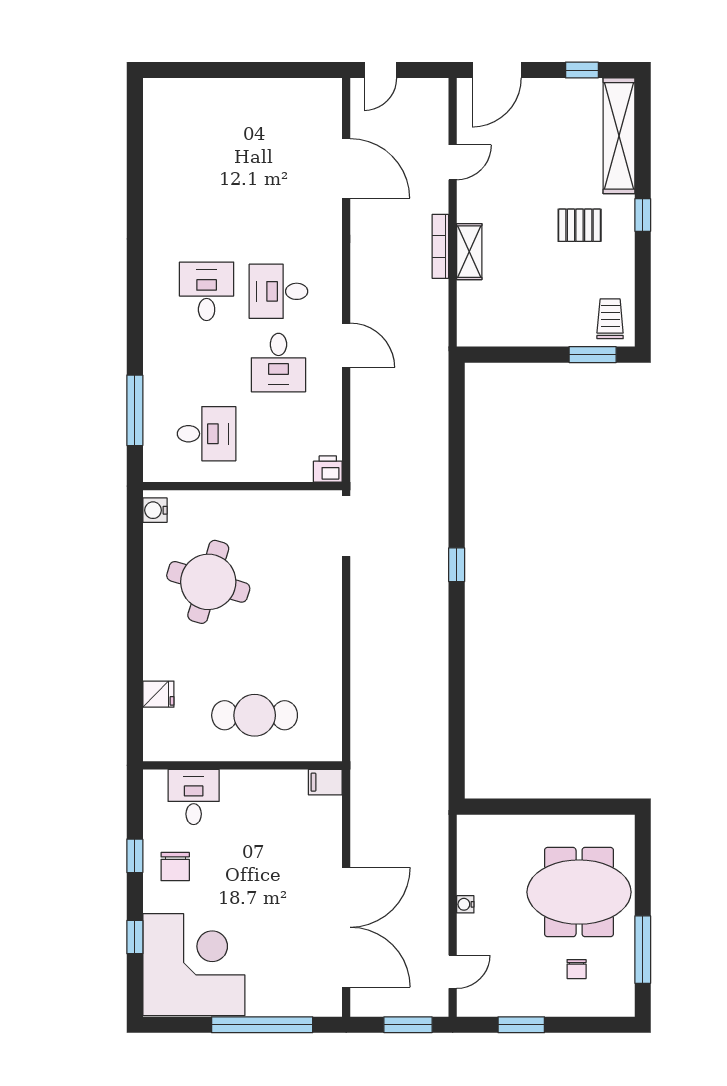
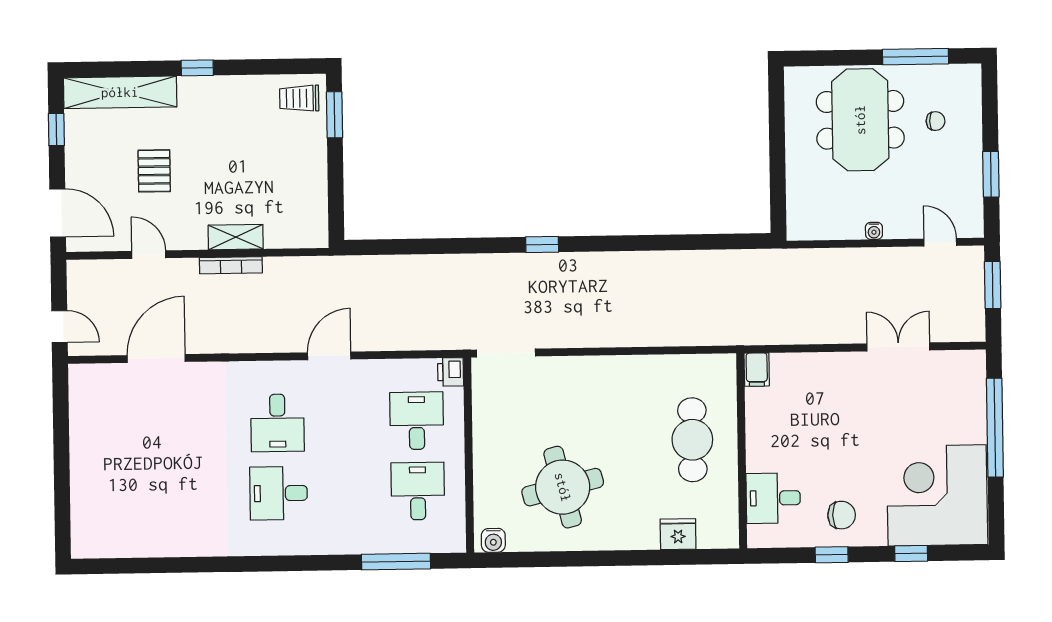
pallet: (580, 225) -> (154, 171), moved
desk: (278, 363) -> (417, 421), moved, turned -90
round table: (208, 582) -> (563, 487), turned -31
fridge: (158, 694) -> (678, 534), width x1.38
double door: (346, 927) -> (898, 347), width x0.54

